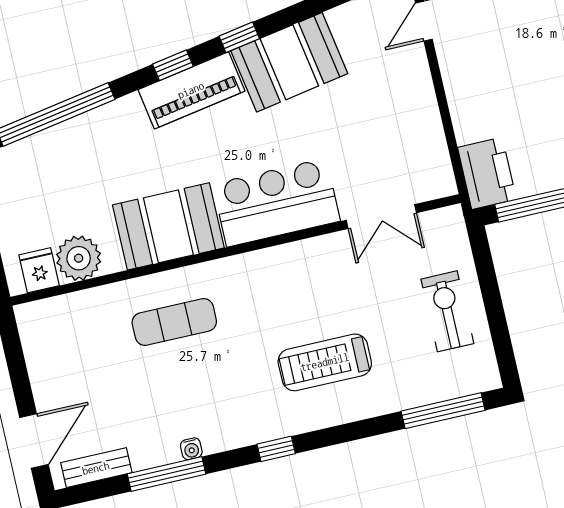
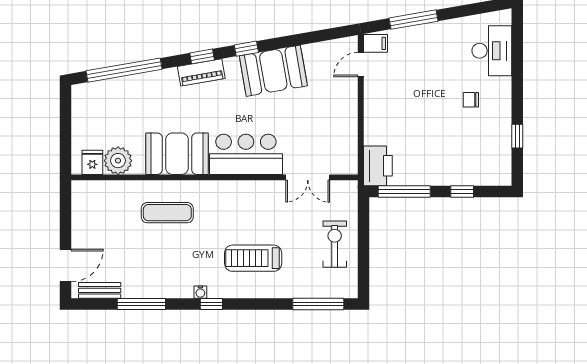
piano: (191, 90) -> (201, 72), width x0.73, depth x0.75
water cooler: (191, 449) -> (200, 292), moved

